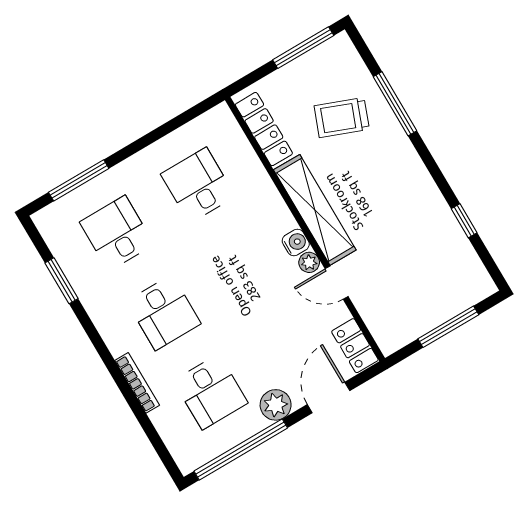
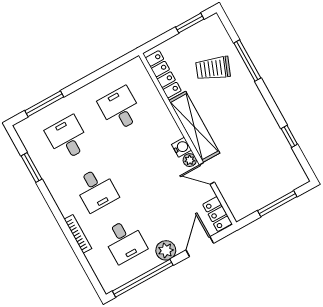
window: (303, 48) -> (190, 23), width x0.69

